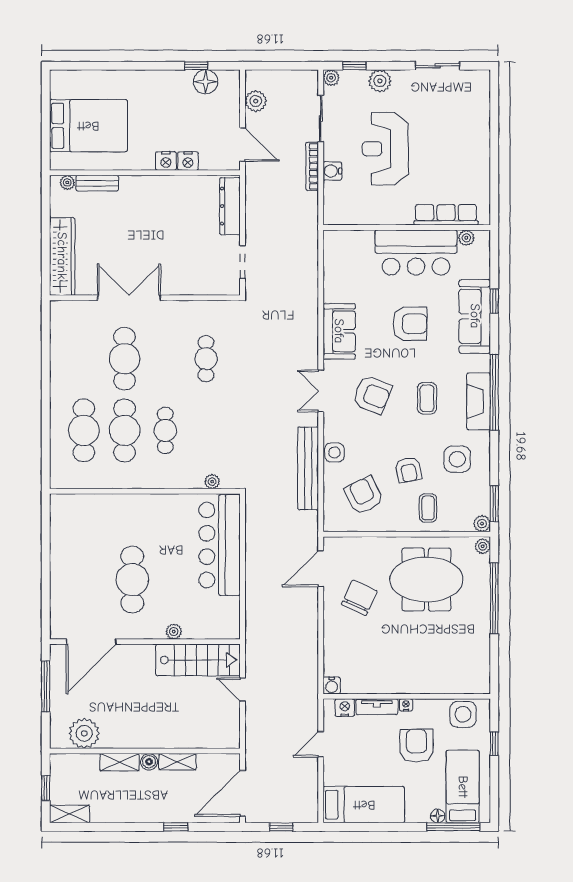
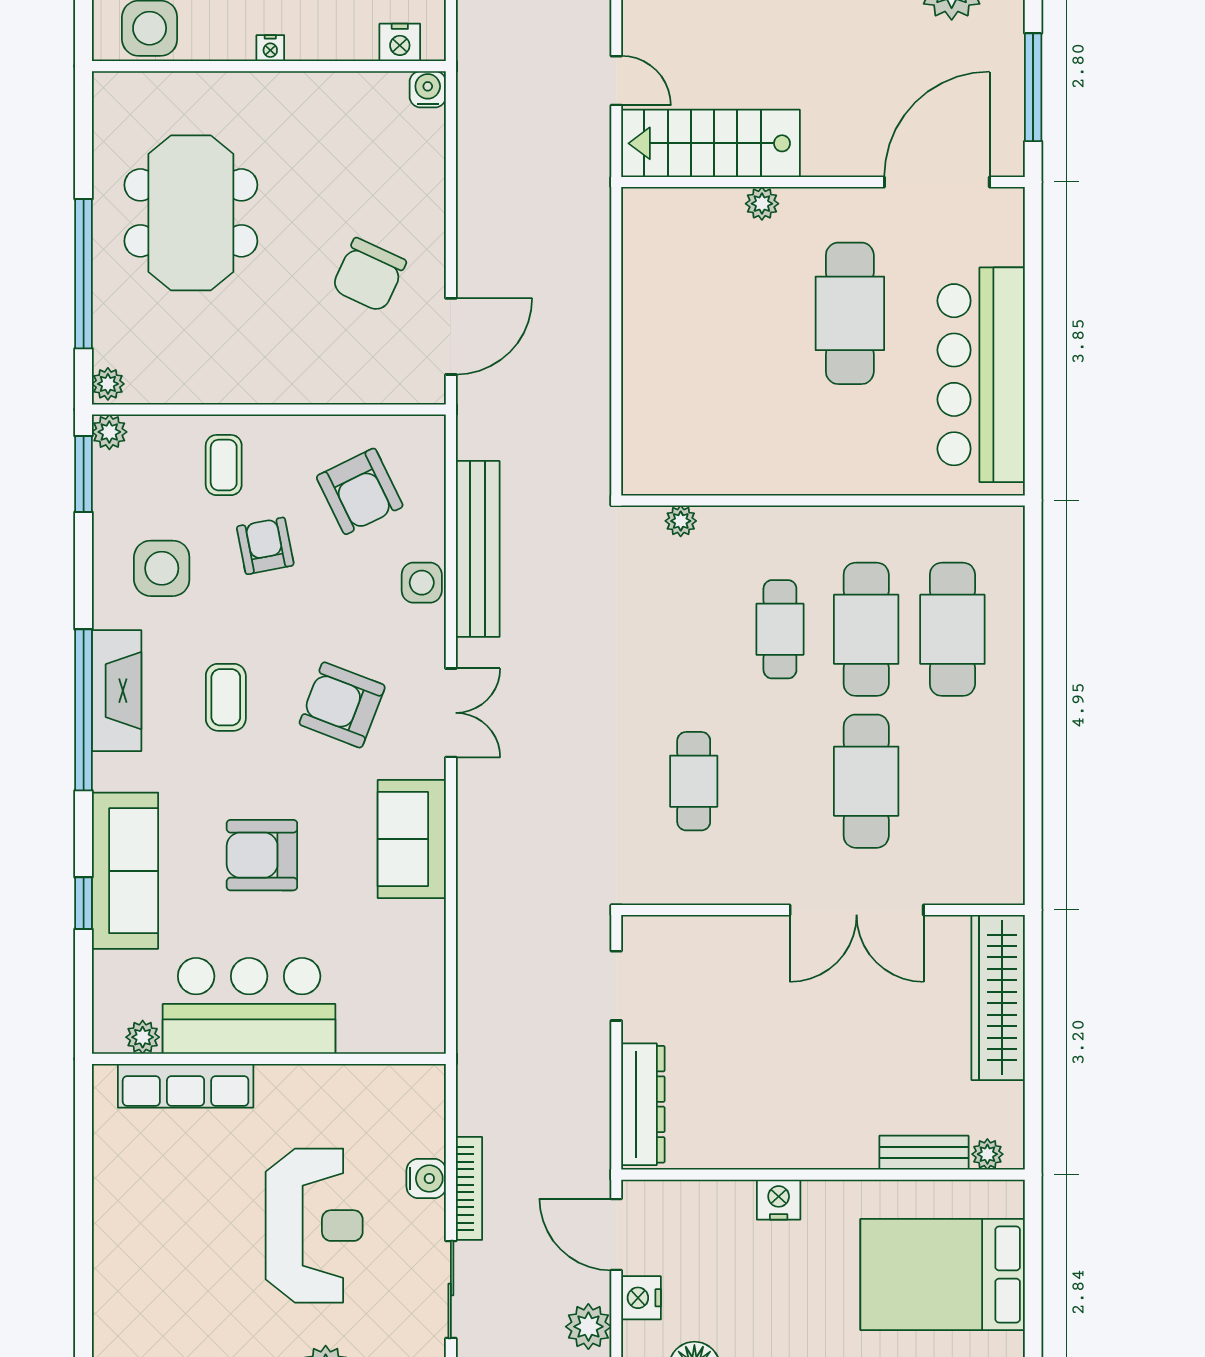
nightstand: (188, 161) -> (641, 1298), moved, turned -90
bar counter: (220, 545) -> (981, 375), moved, turned 180
meeting table: (426, 579) -> (191, 213), moved, turned 90
tv unit: (377, 707) -> (332, 44), removed

